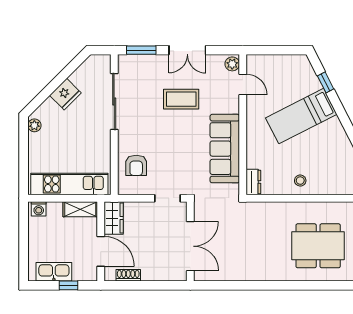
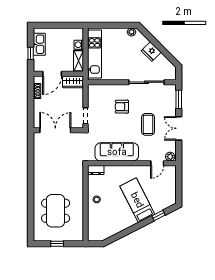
armchair: (136, 165) -> (122, 107), moved
washing machine: (39, 209) -> (79, 45), moved
double door: (190, 246) -> (55, 130), swing flipped

